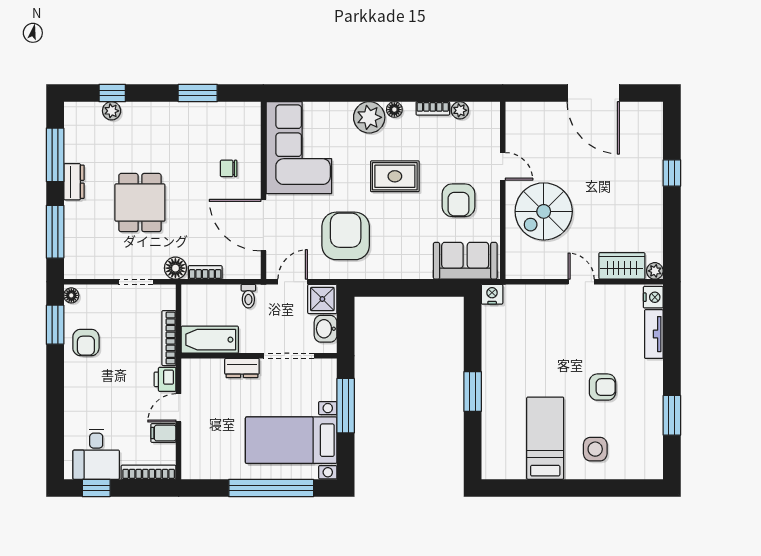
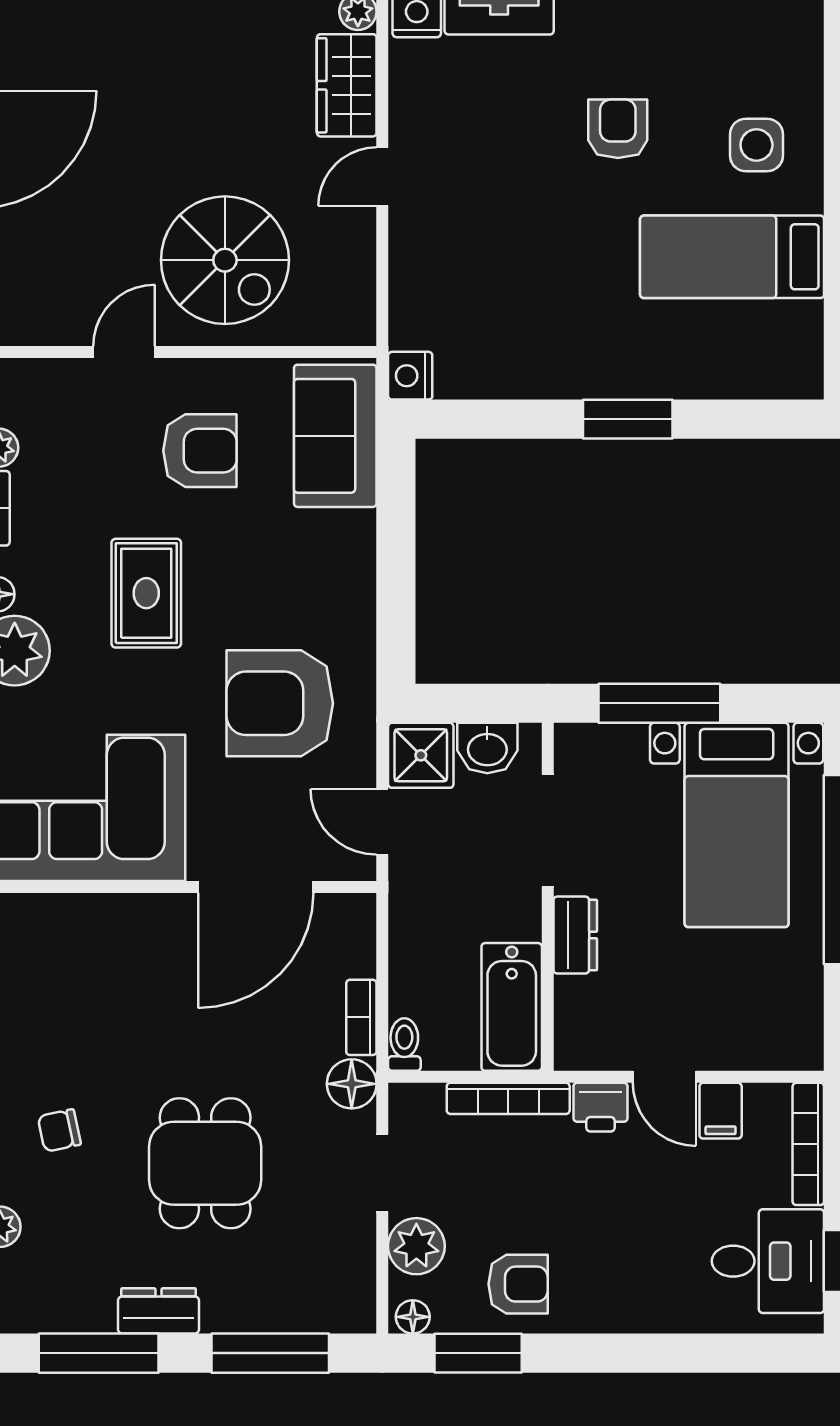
chair: (229, 168) -> (59, 1130), moved, turned 78
dining table: (140, 203) -> (205, 1163), turned 90
toilet: (248, 296) -> (404, 1045), moved, turned -90
plant: (103, 297) -> (416, 1246), added

